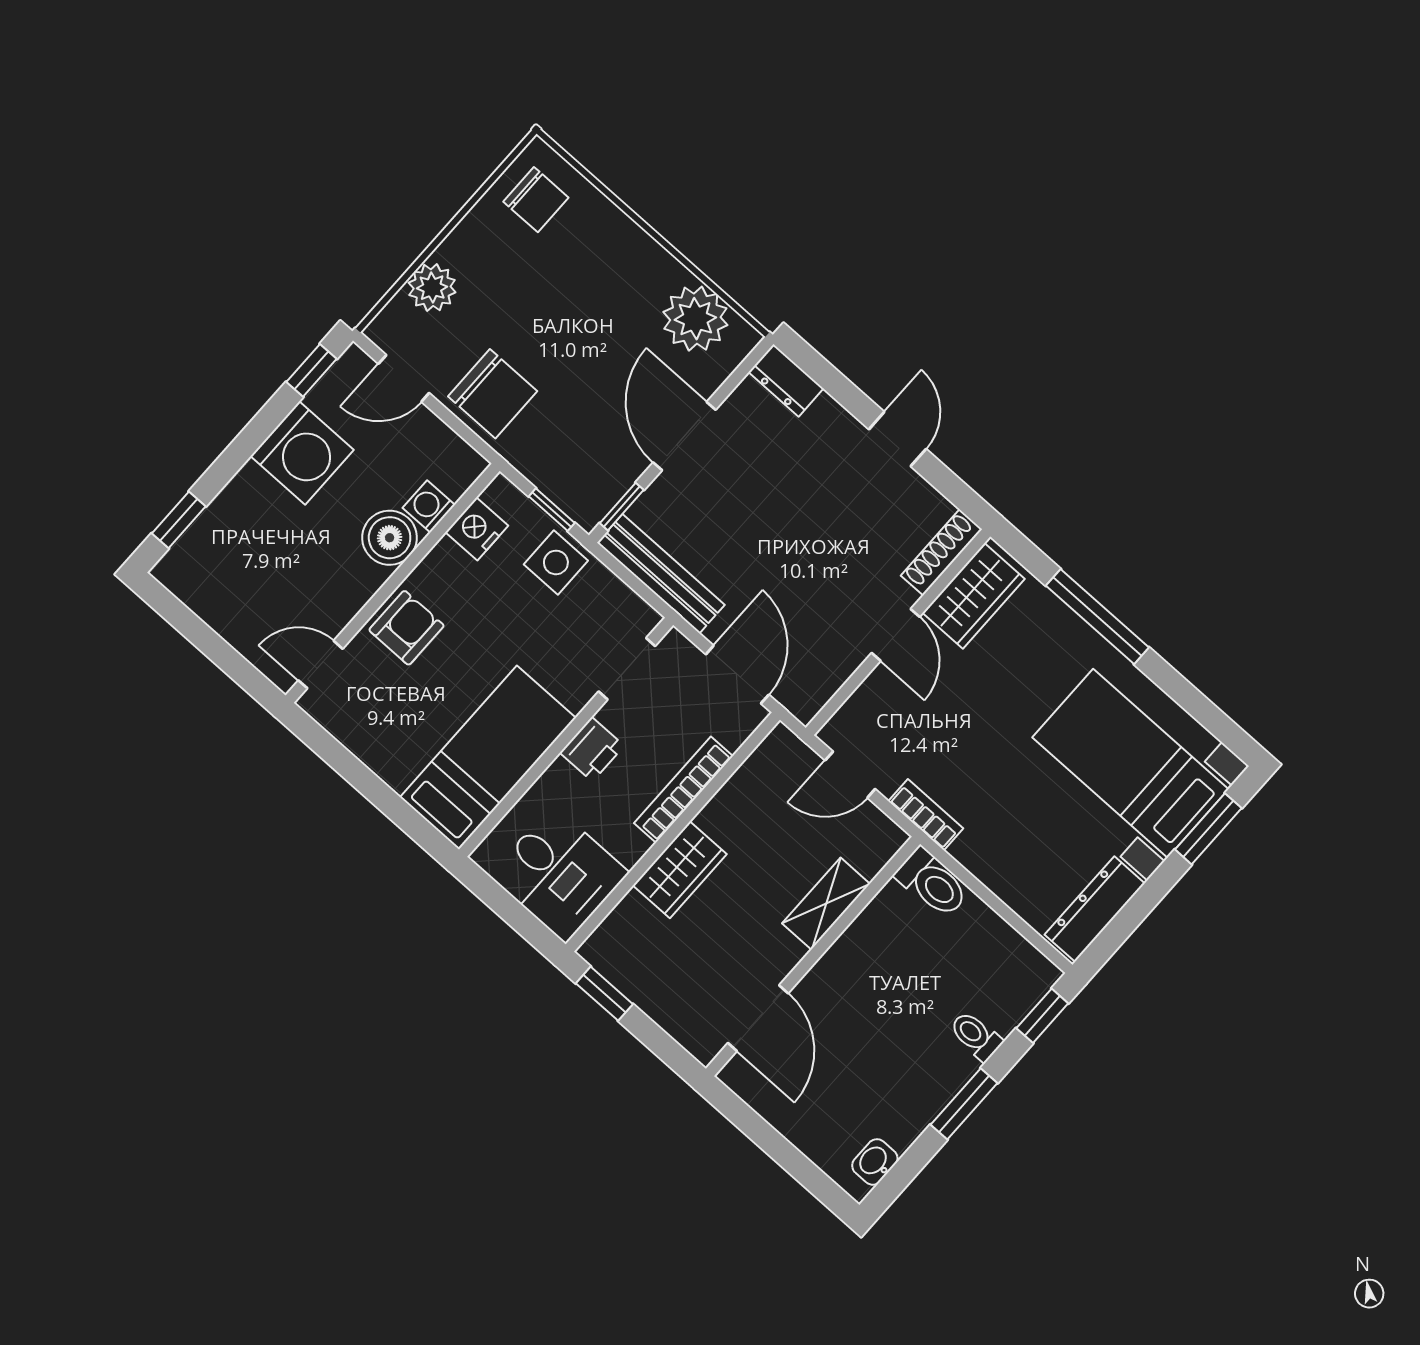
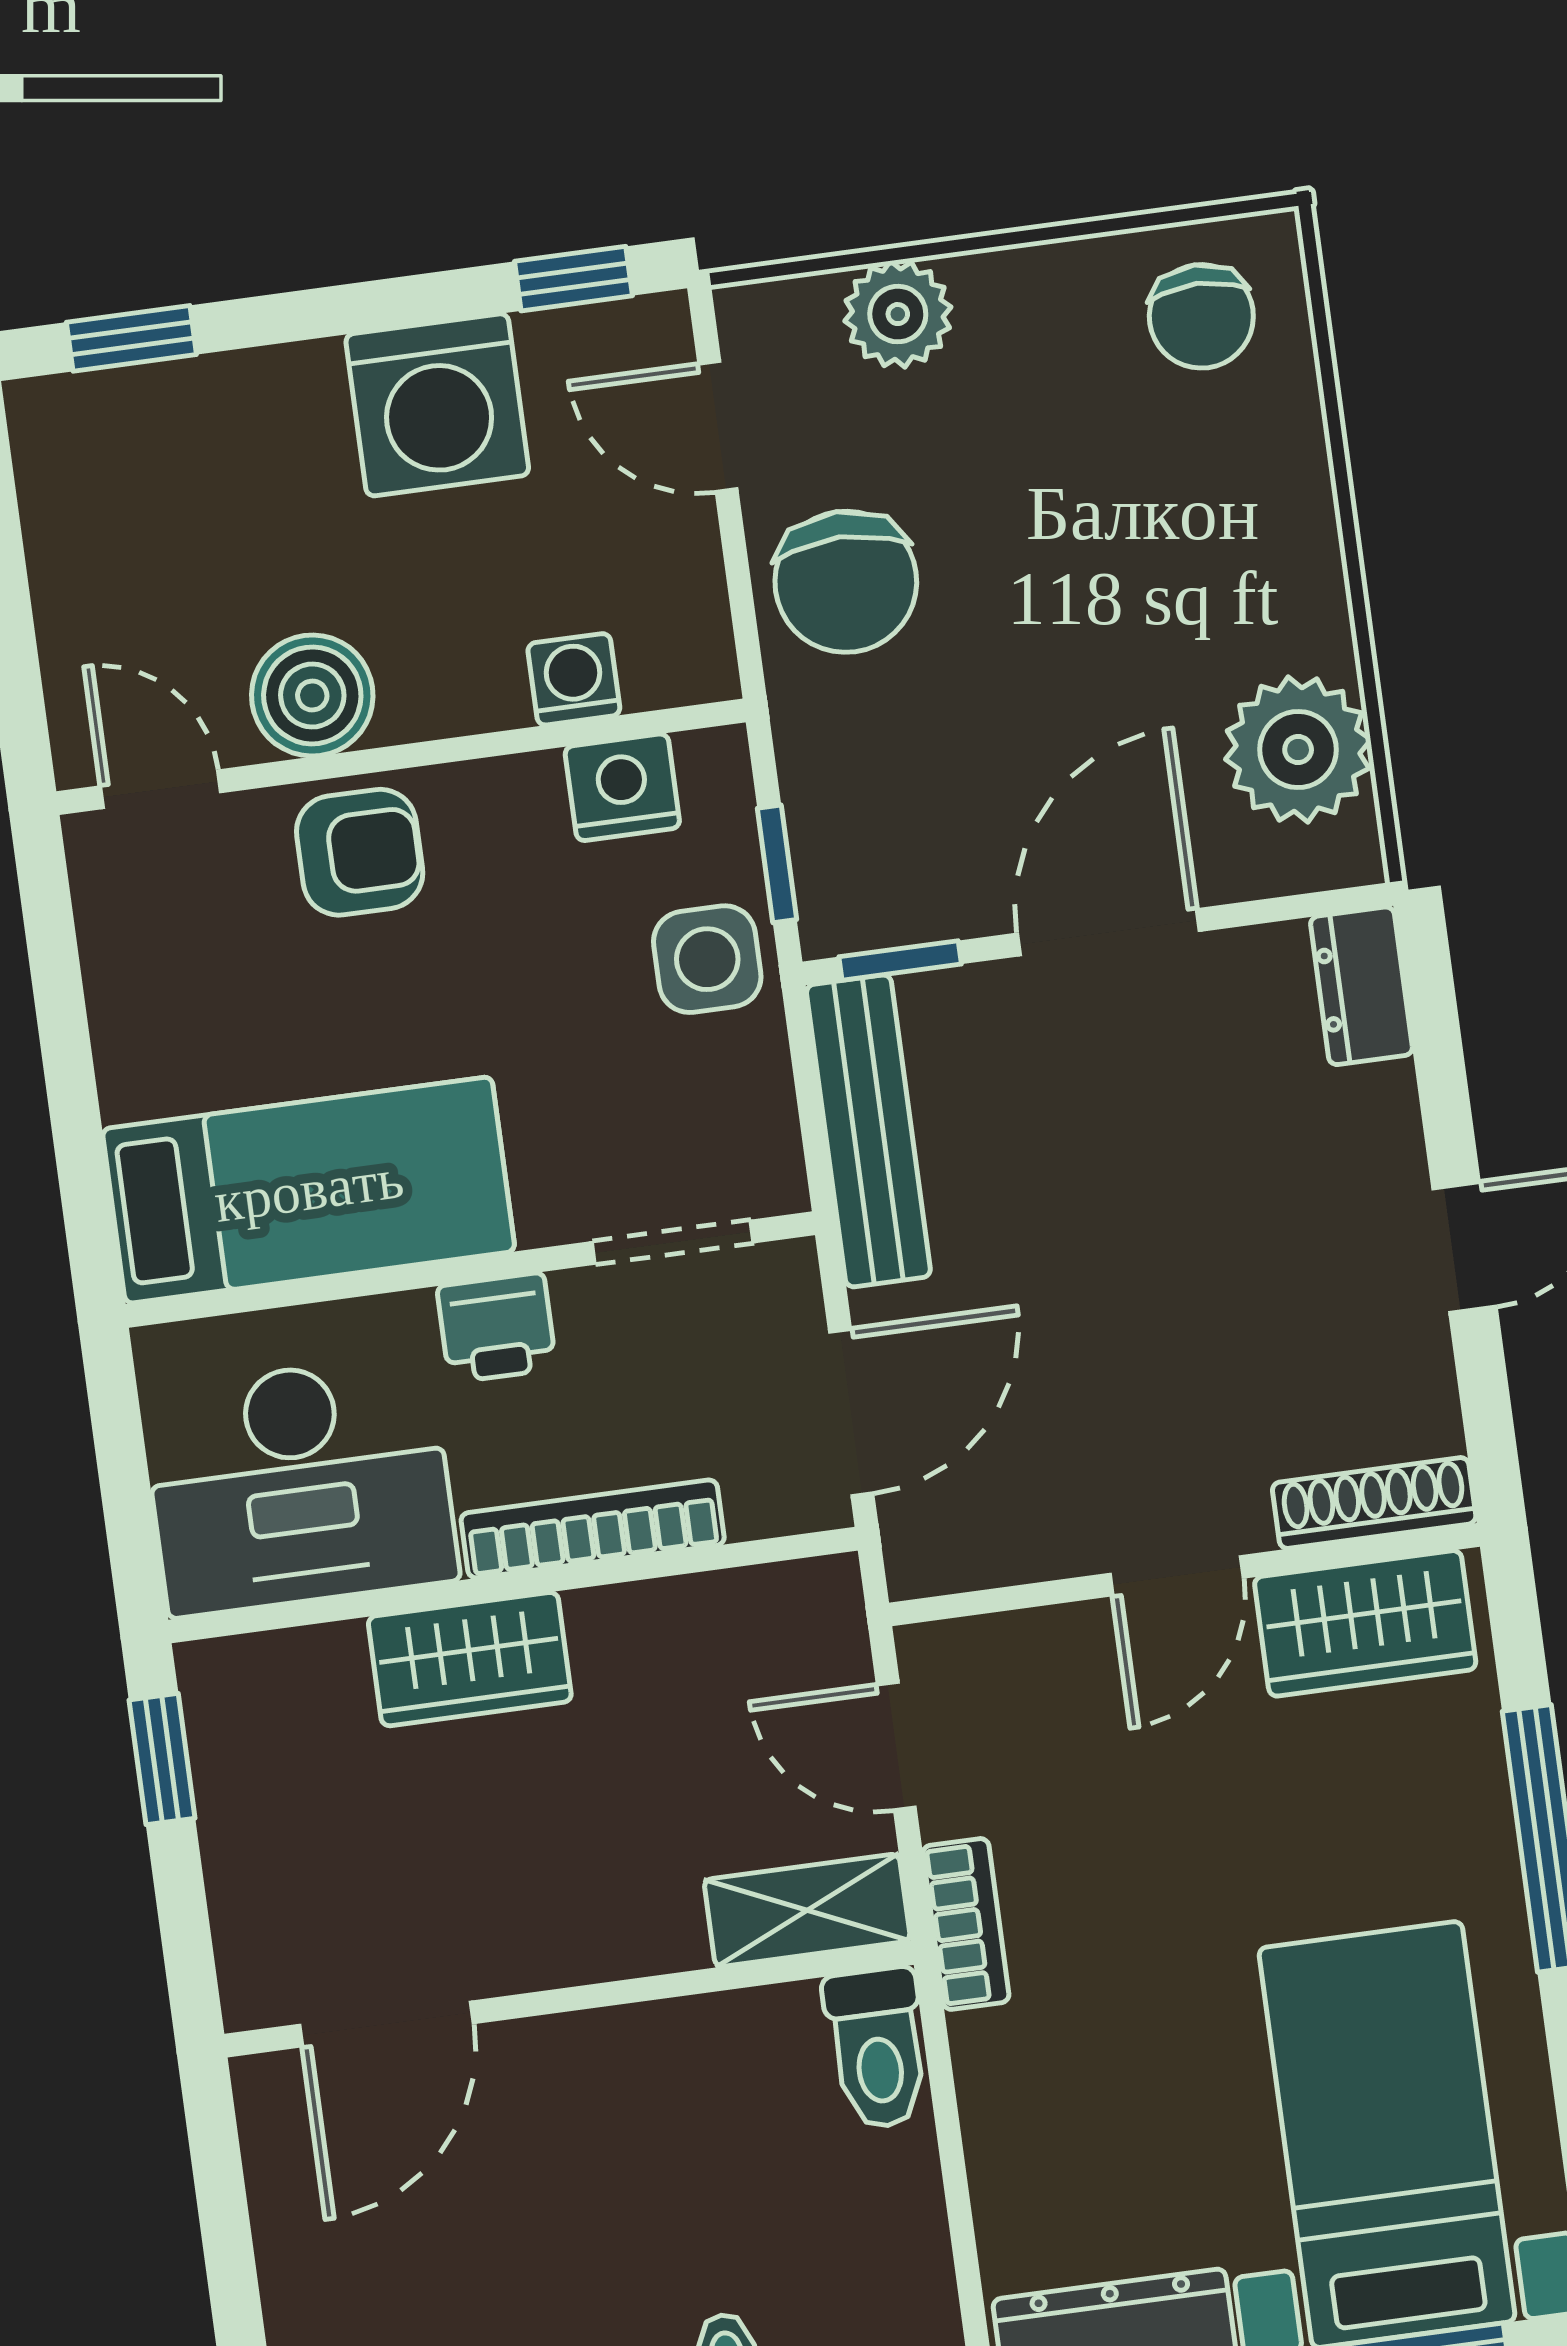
boiler: (390, 538) -> (312, 695), moved
desk: (559, 874) -> (300, 1485), width x1.37
shelving: (826, 904) -> (807, 1910), moved

